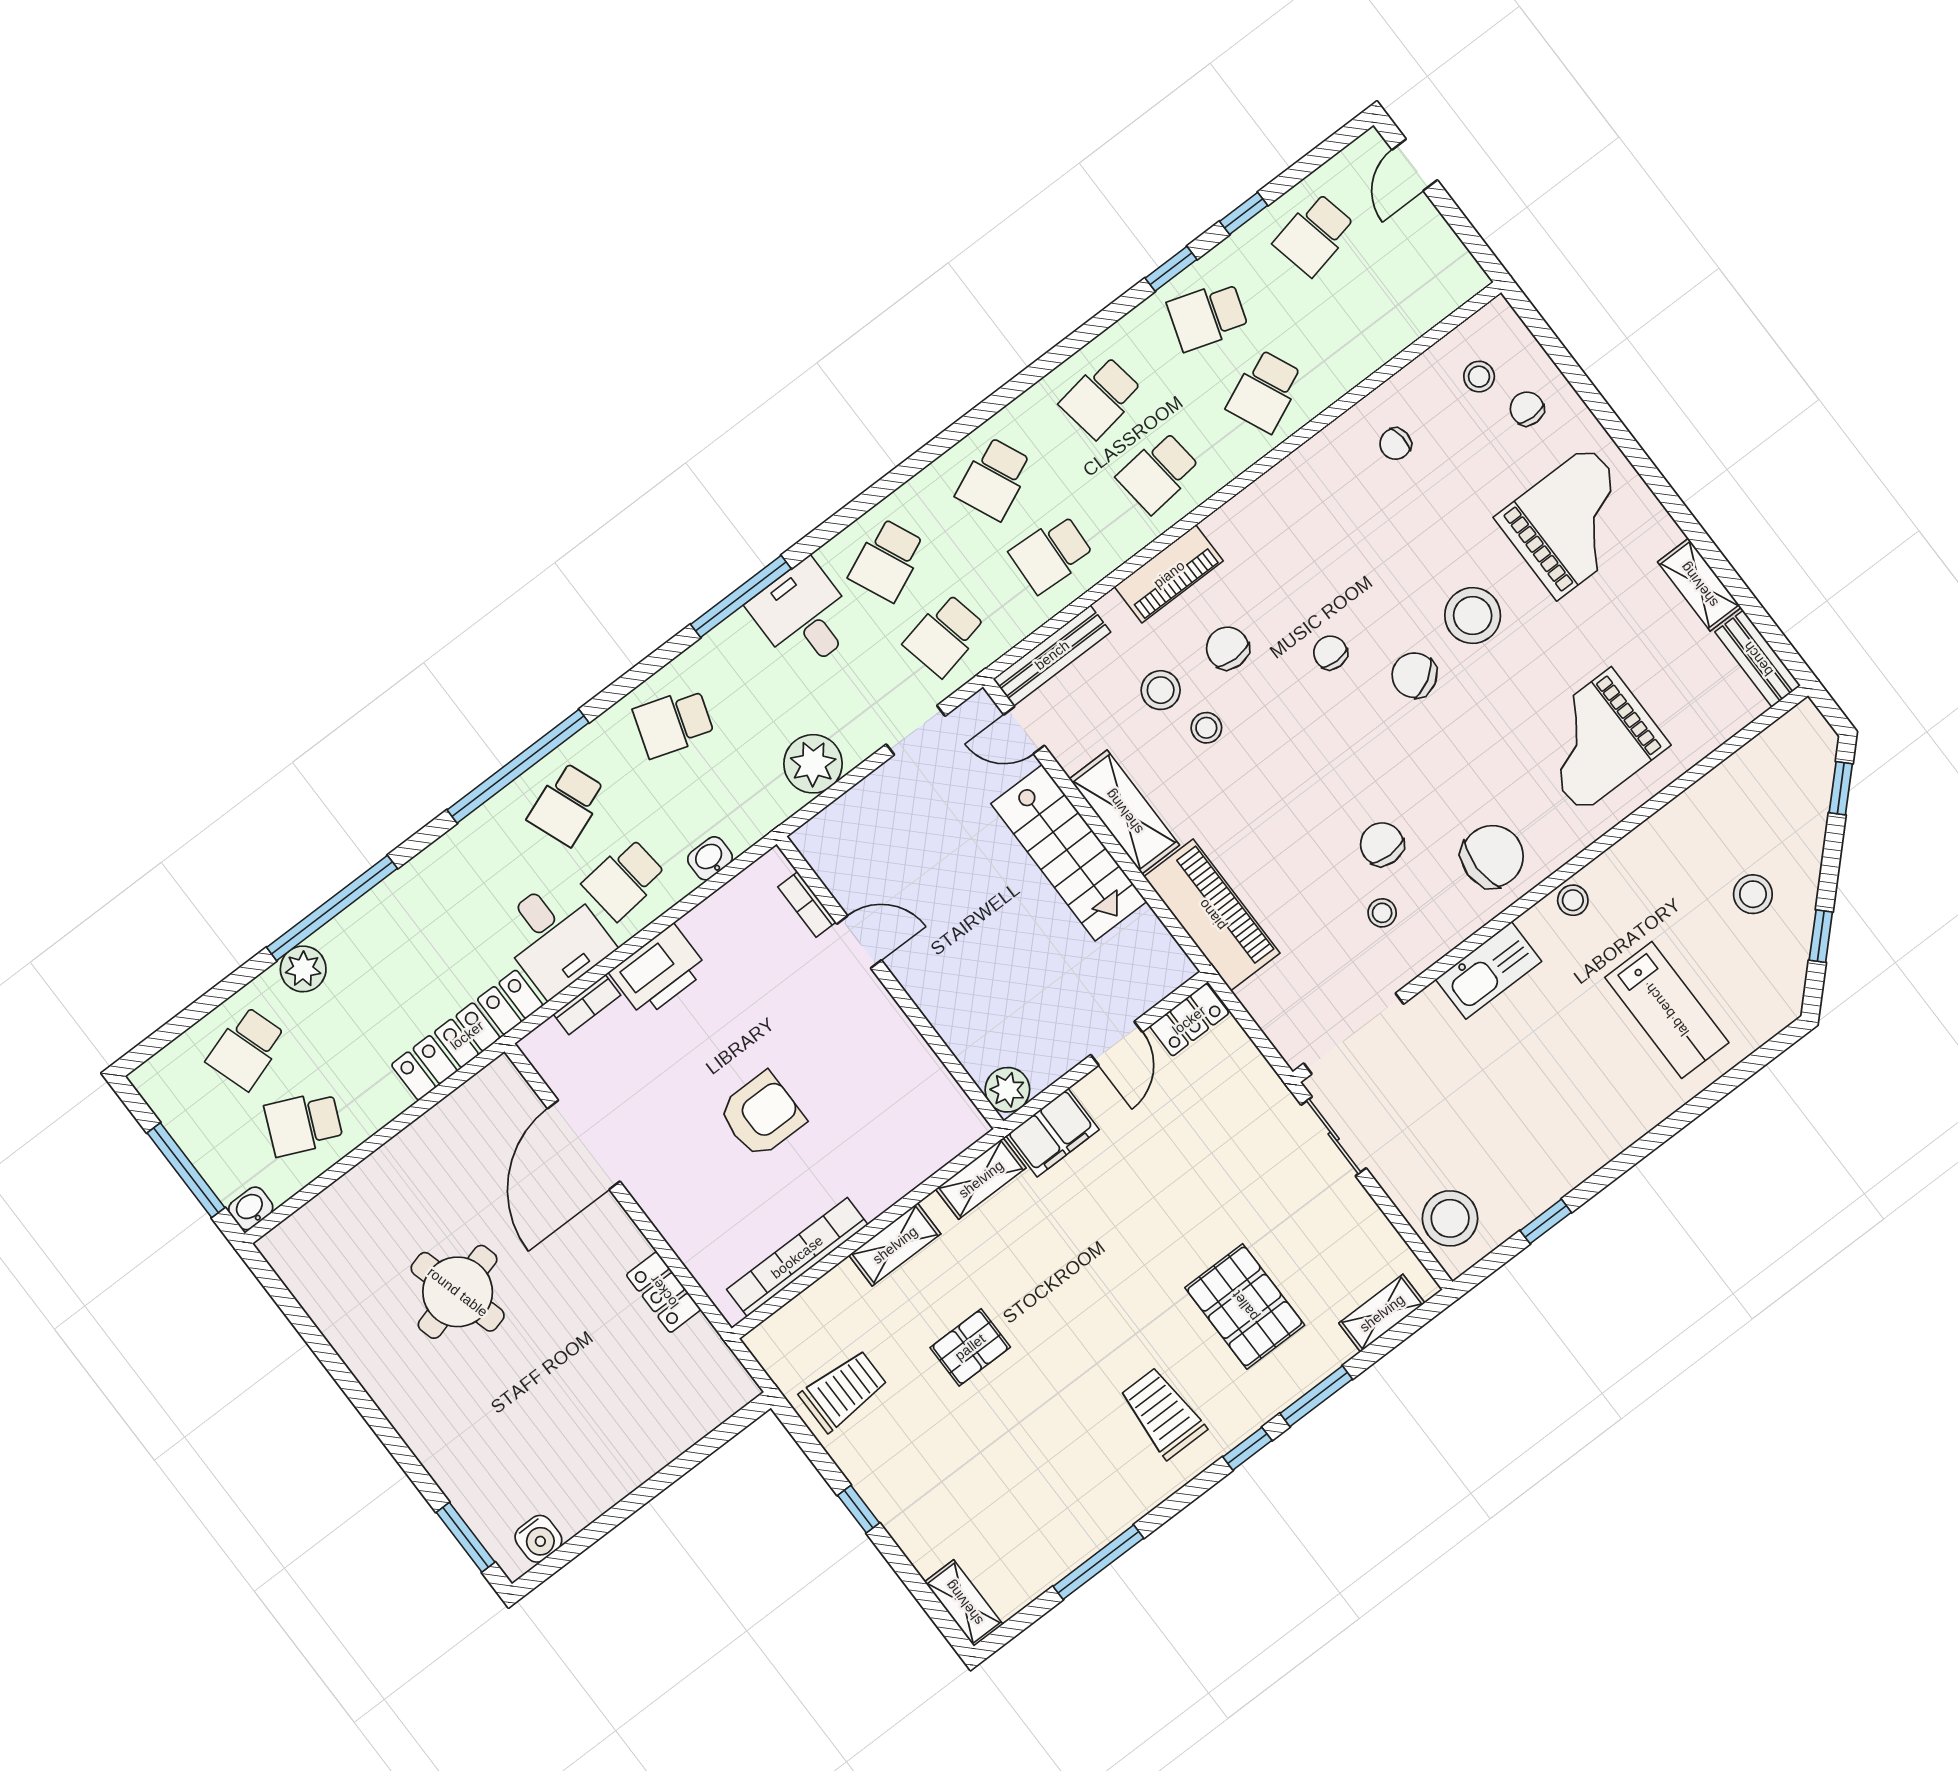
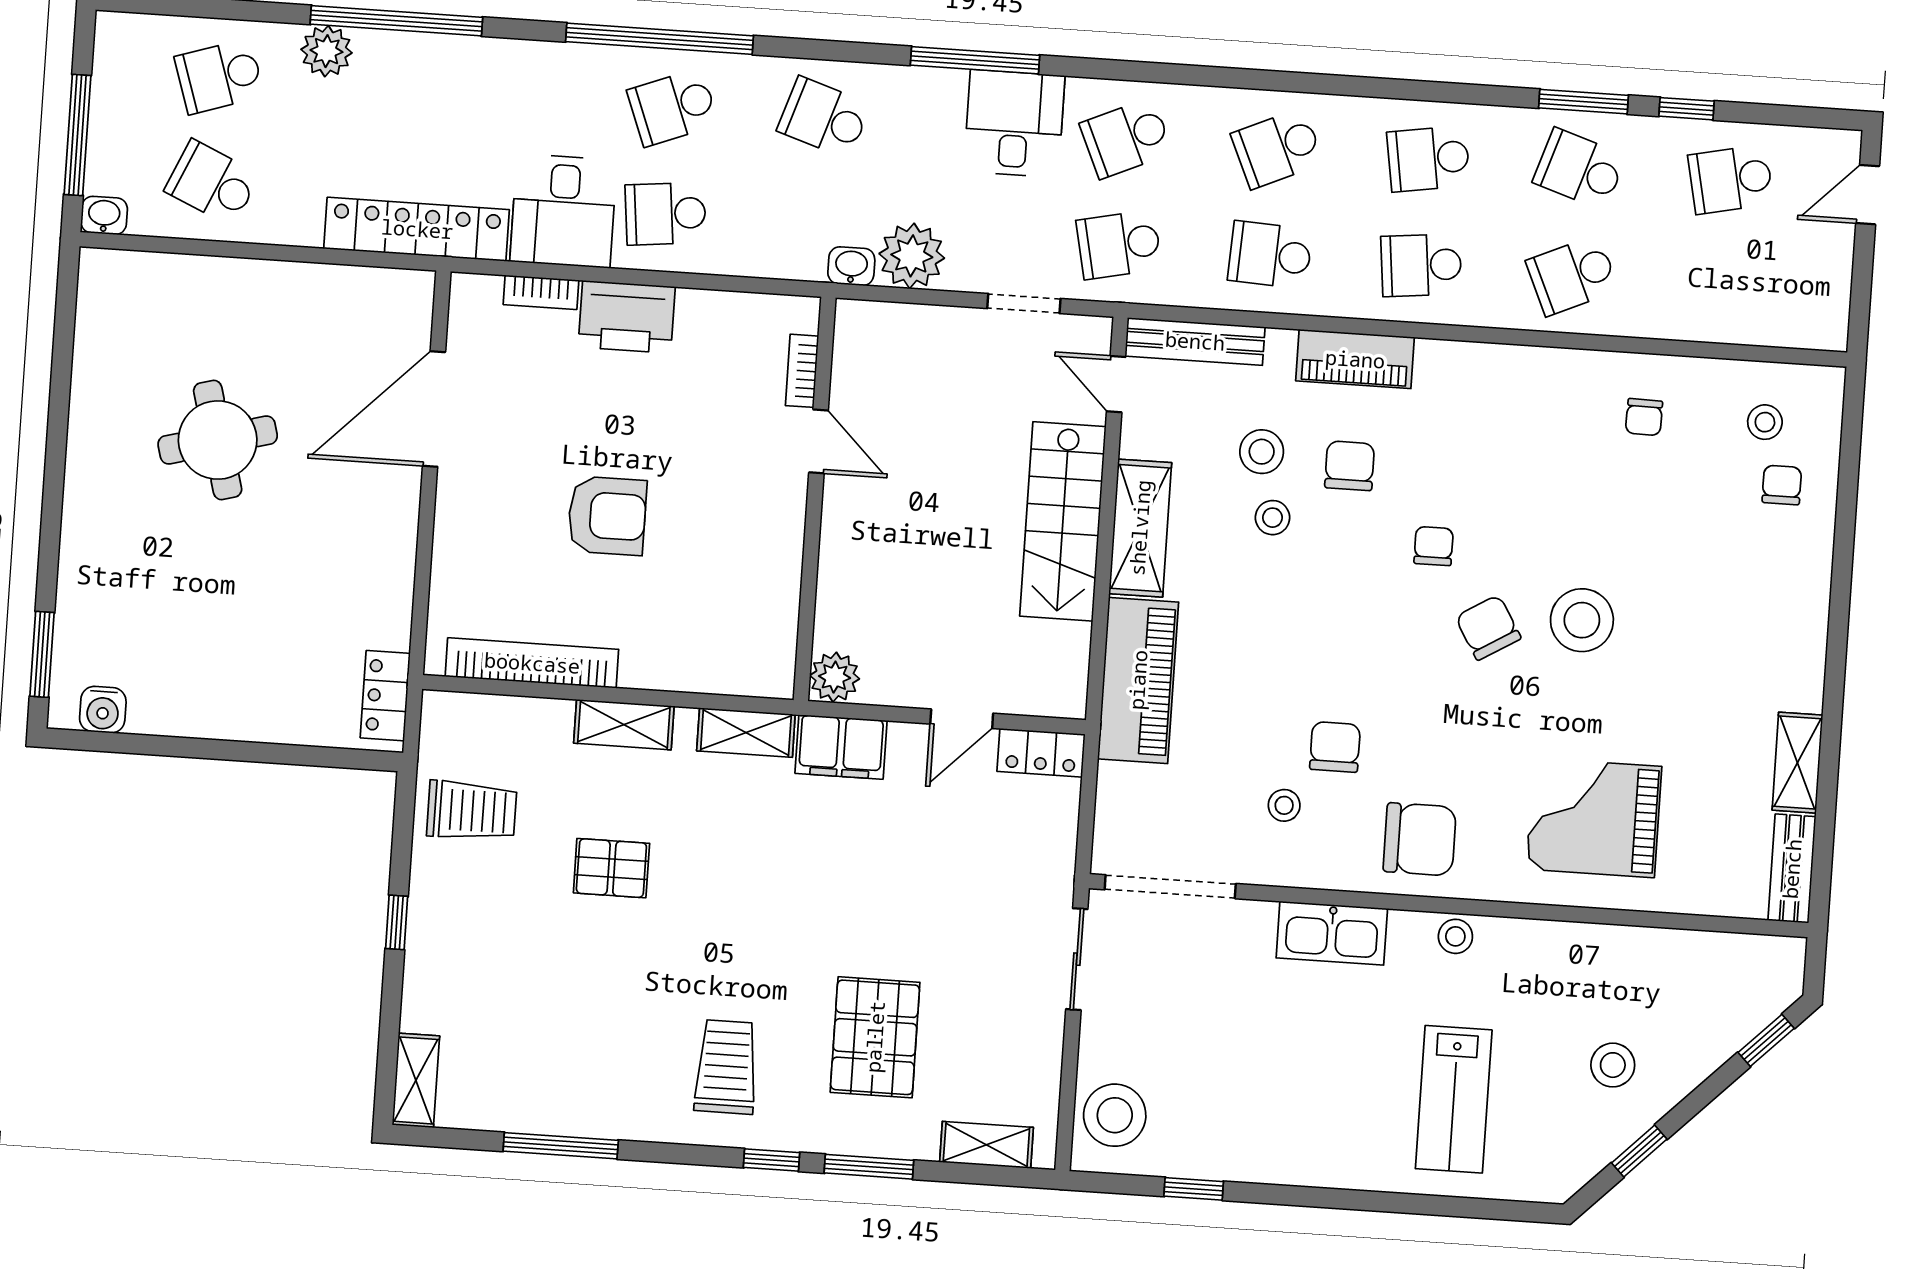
window: (1171, 269) -> (1584, 102), width x1.50
chair: (1395, 444) -> (1644, 417), turned -84
grand piano: (1573, 522) -> (1736, 616), removed
washbasin: (710, 858) -> (851, 266), moved
locker: (664, 1292) -> (385, 696), moved

